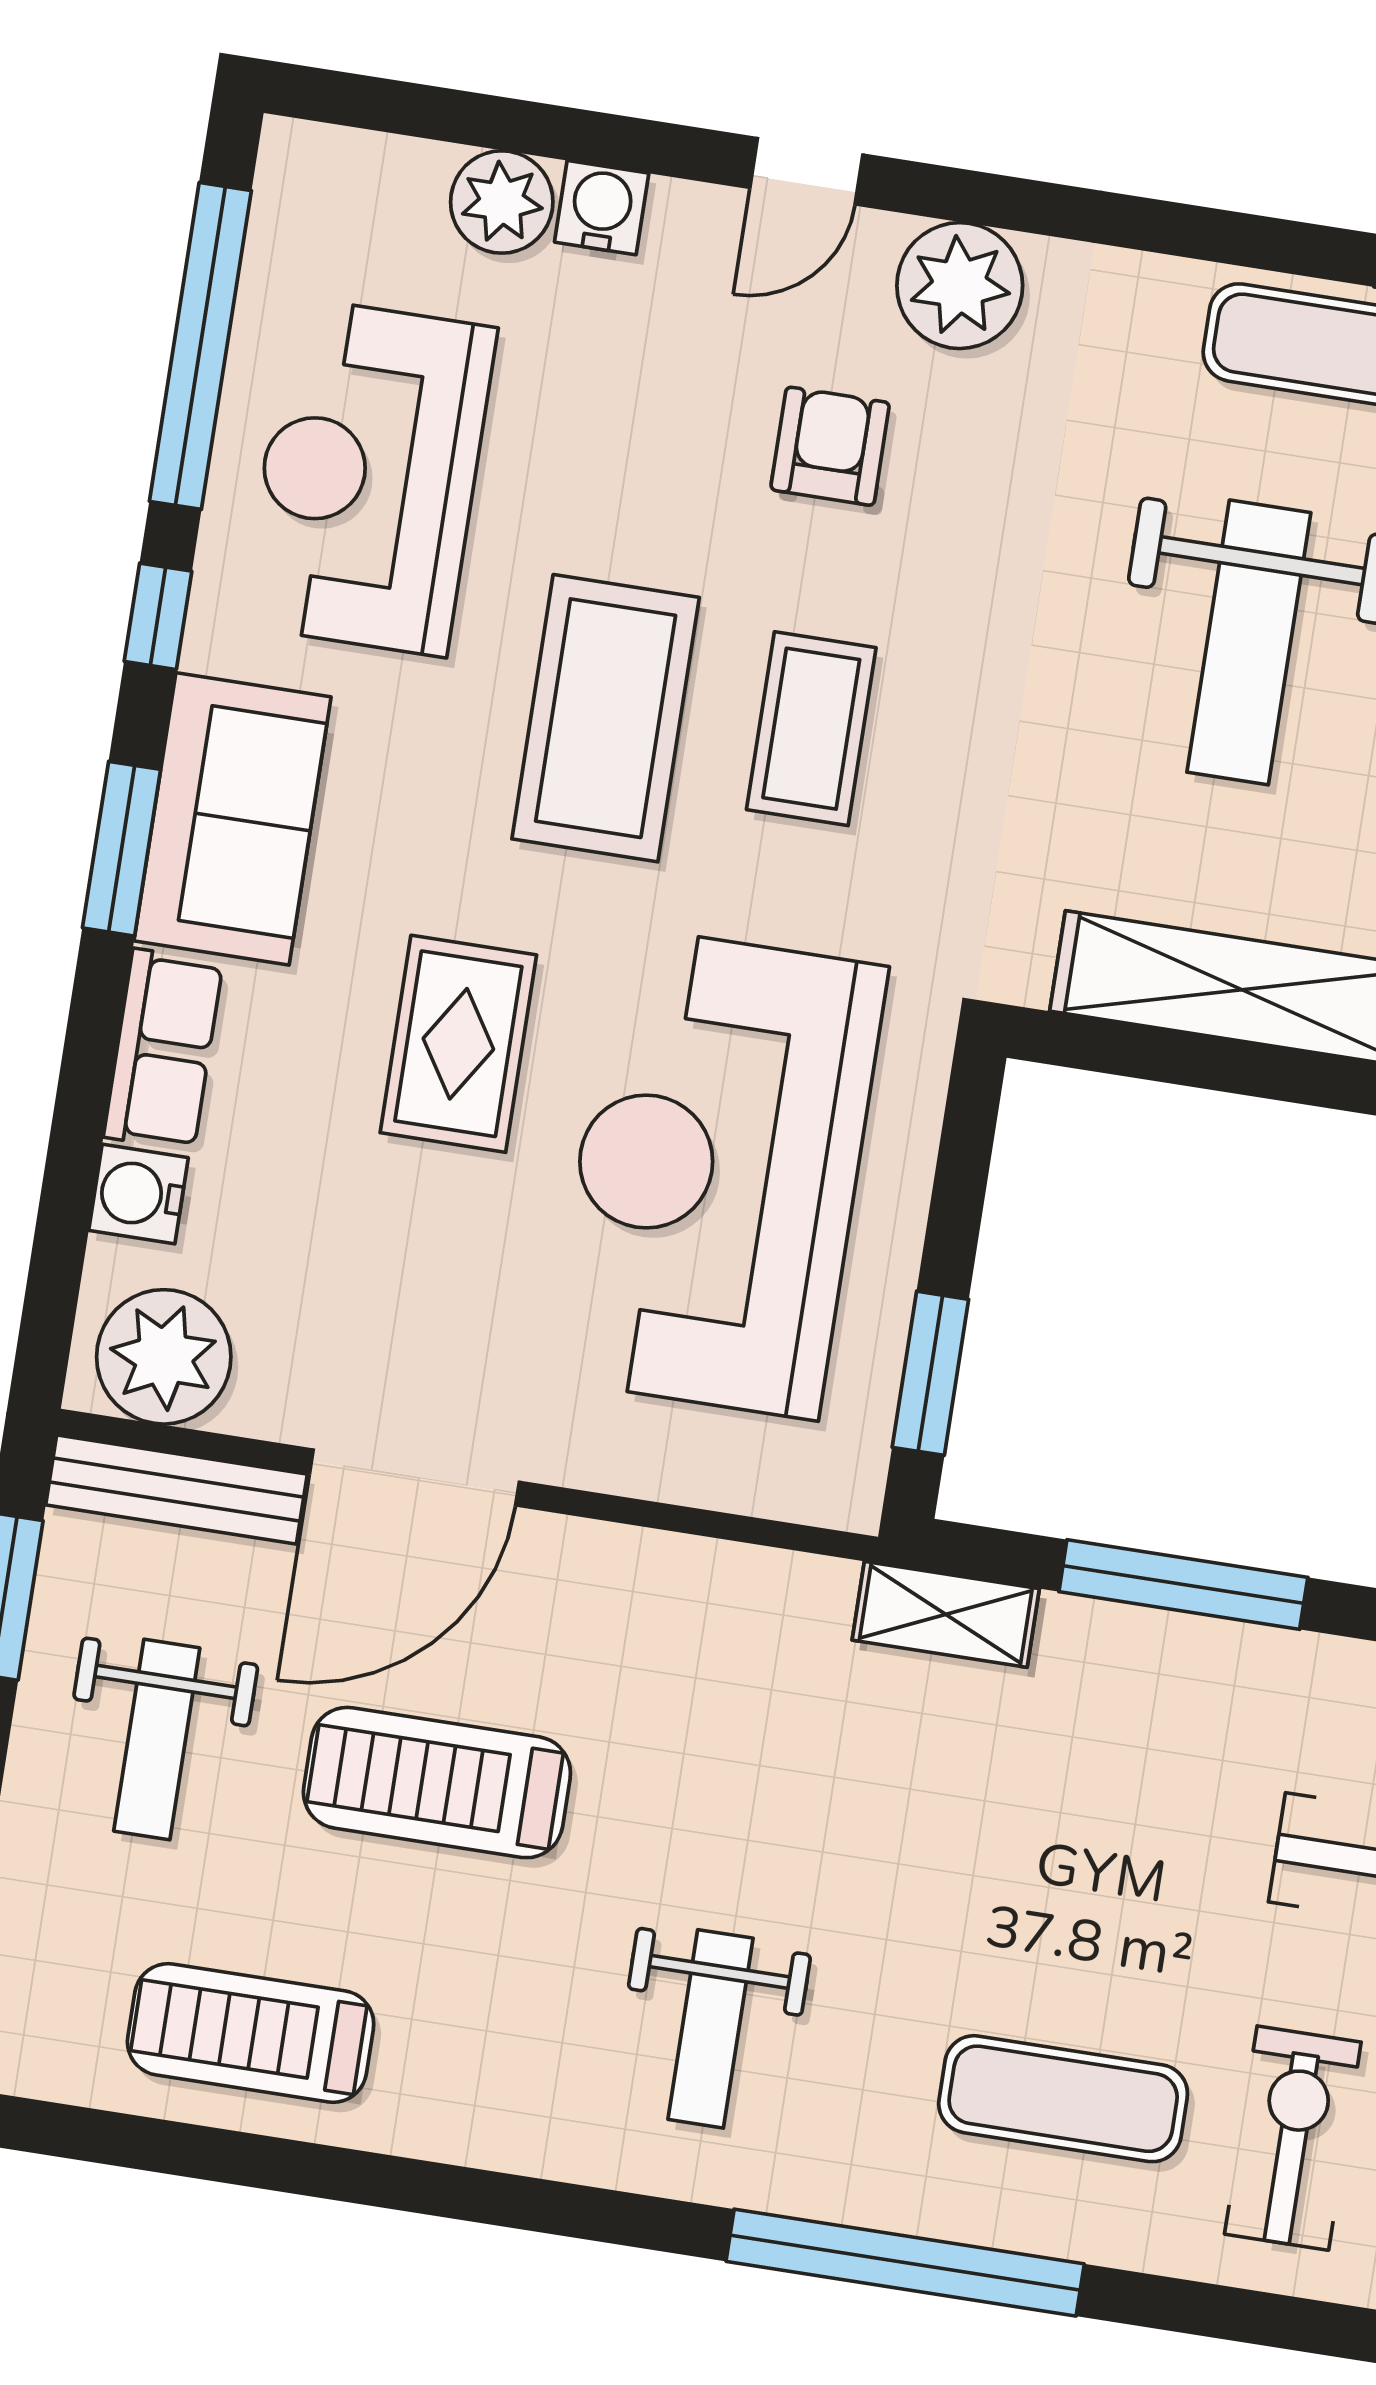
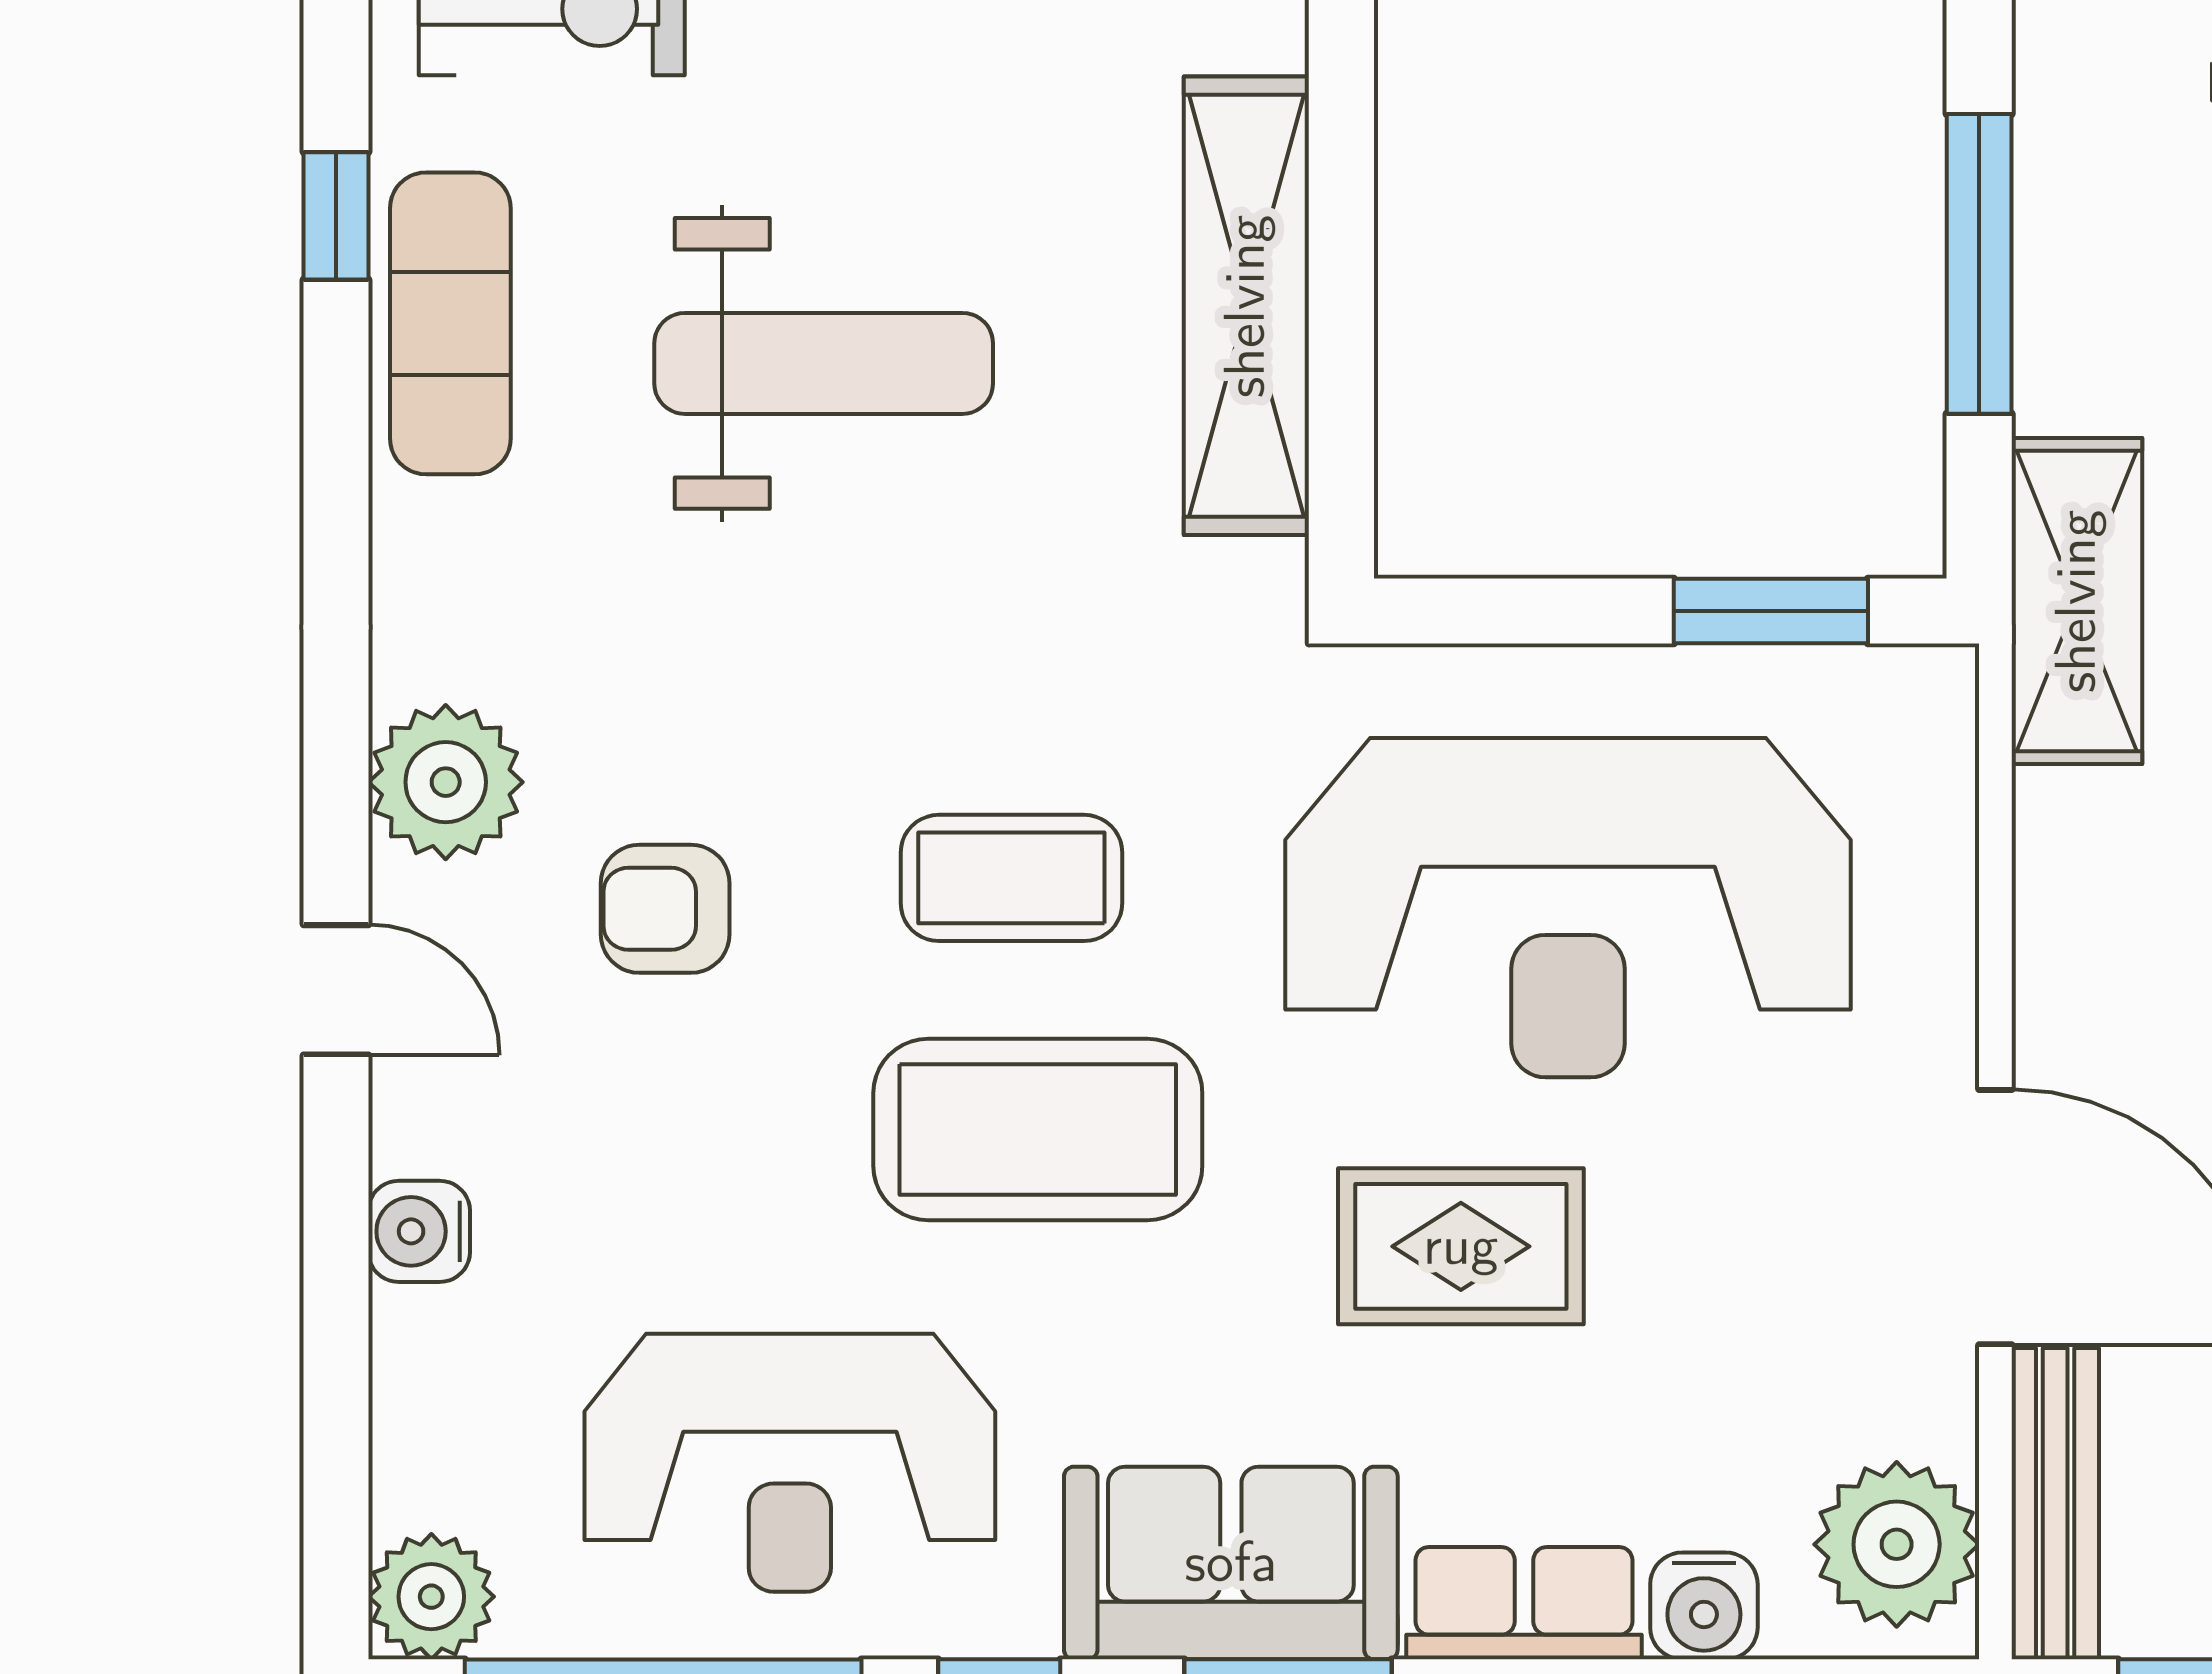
plant: (502, 202) -> (431, 1597), moved
shelving: (946, 1614) -> (2077, 601), width x1.50, depth x1.33

